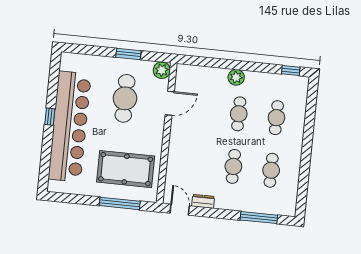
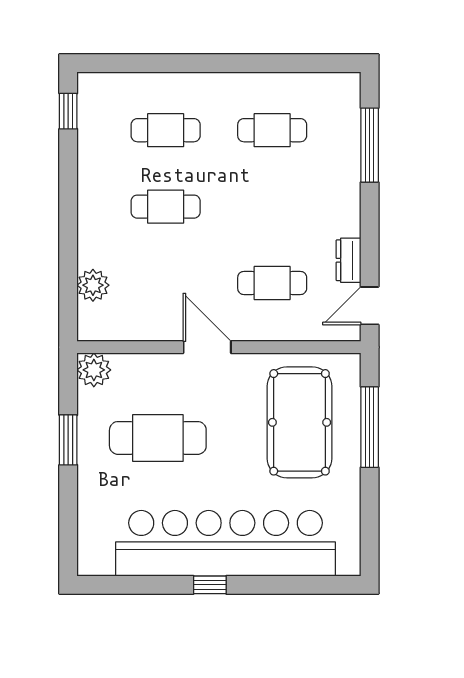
plant: (236, 77) -> (93, 285), moved
door: (170, 103) -> (207, 347), moved
cafe table: (233, 166) -> (272, 283), moved

